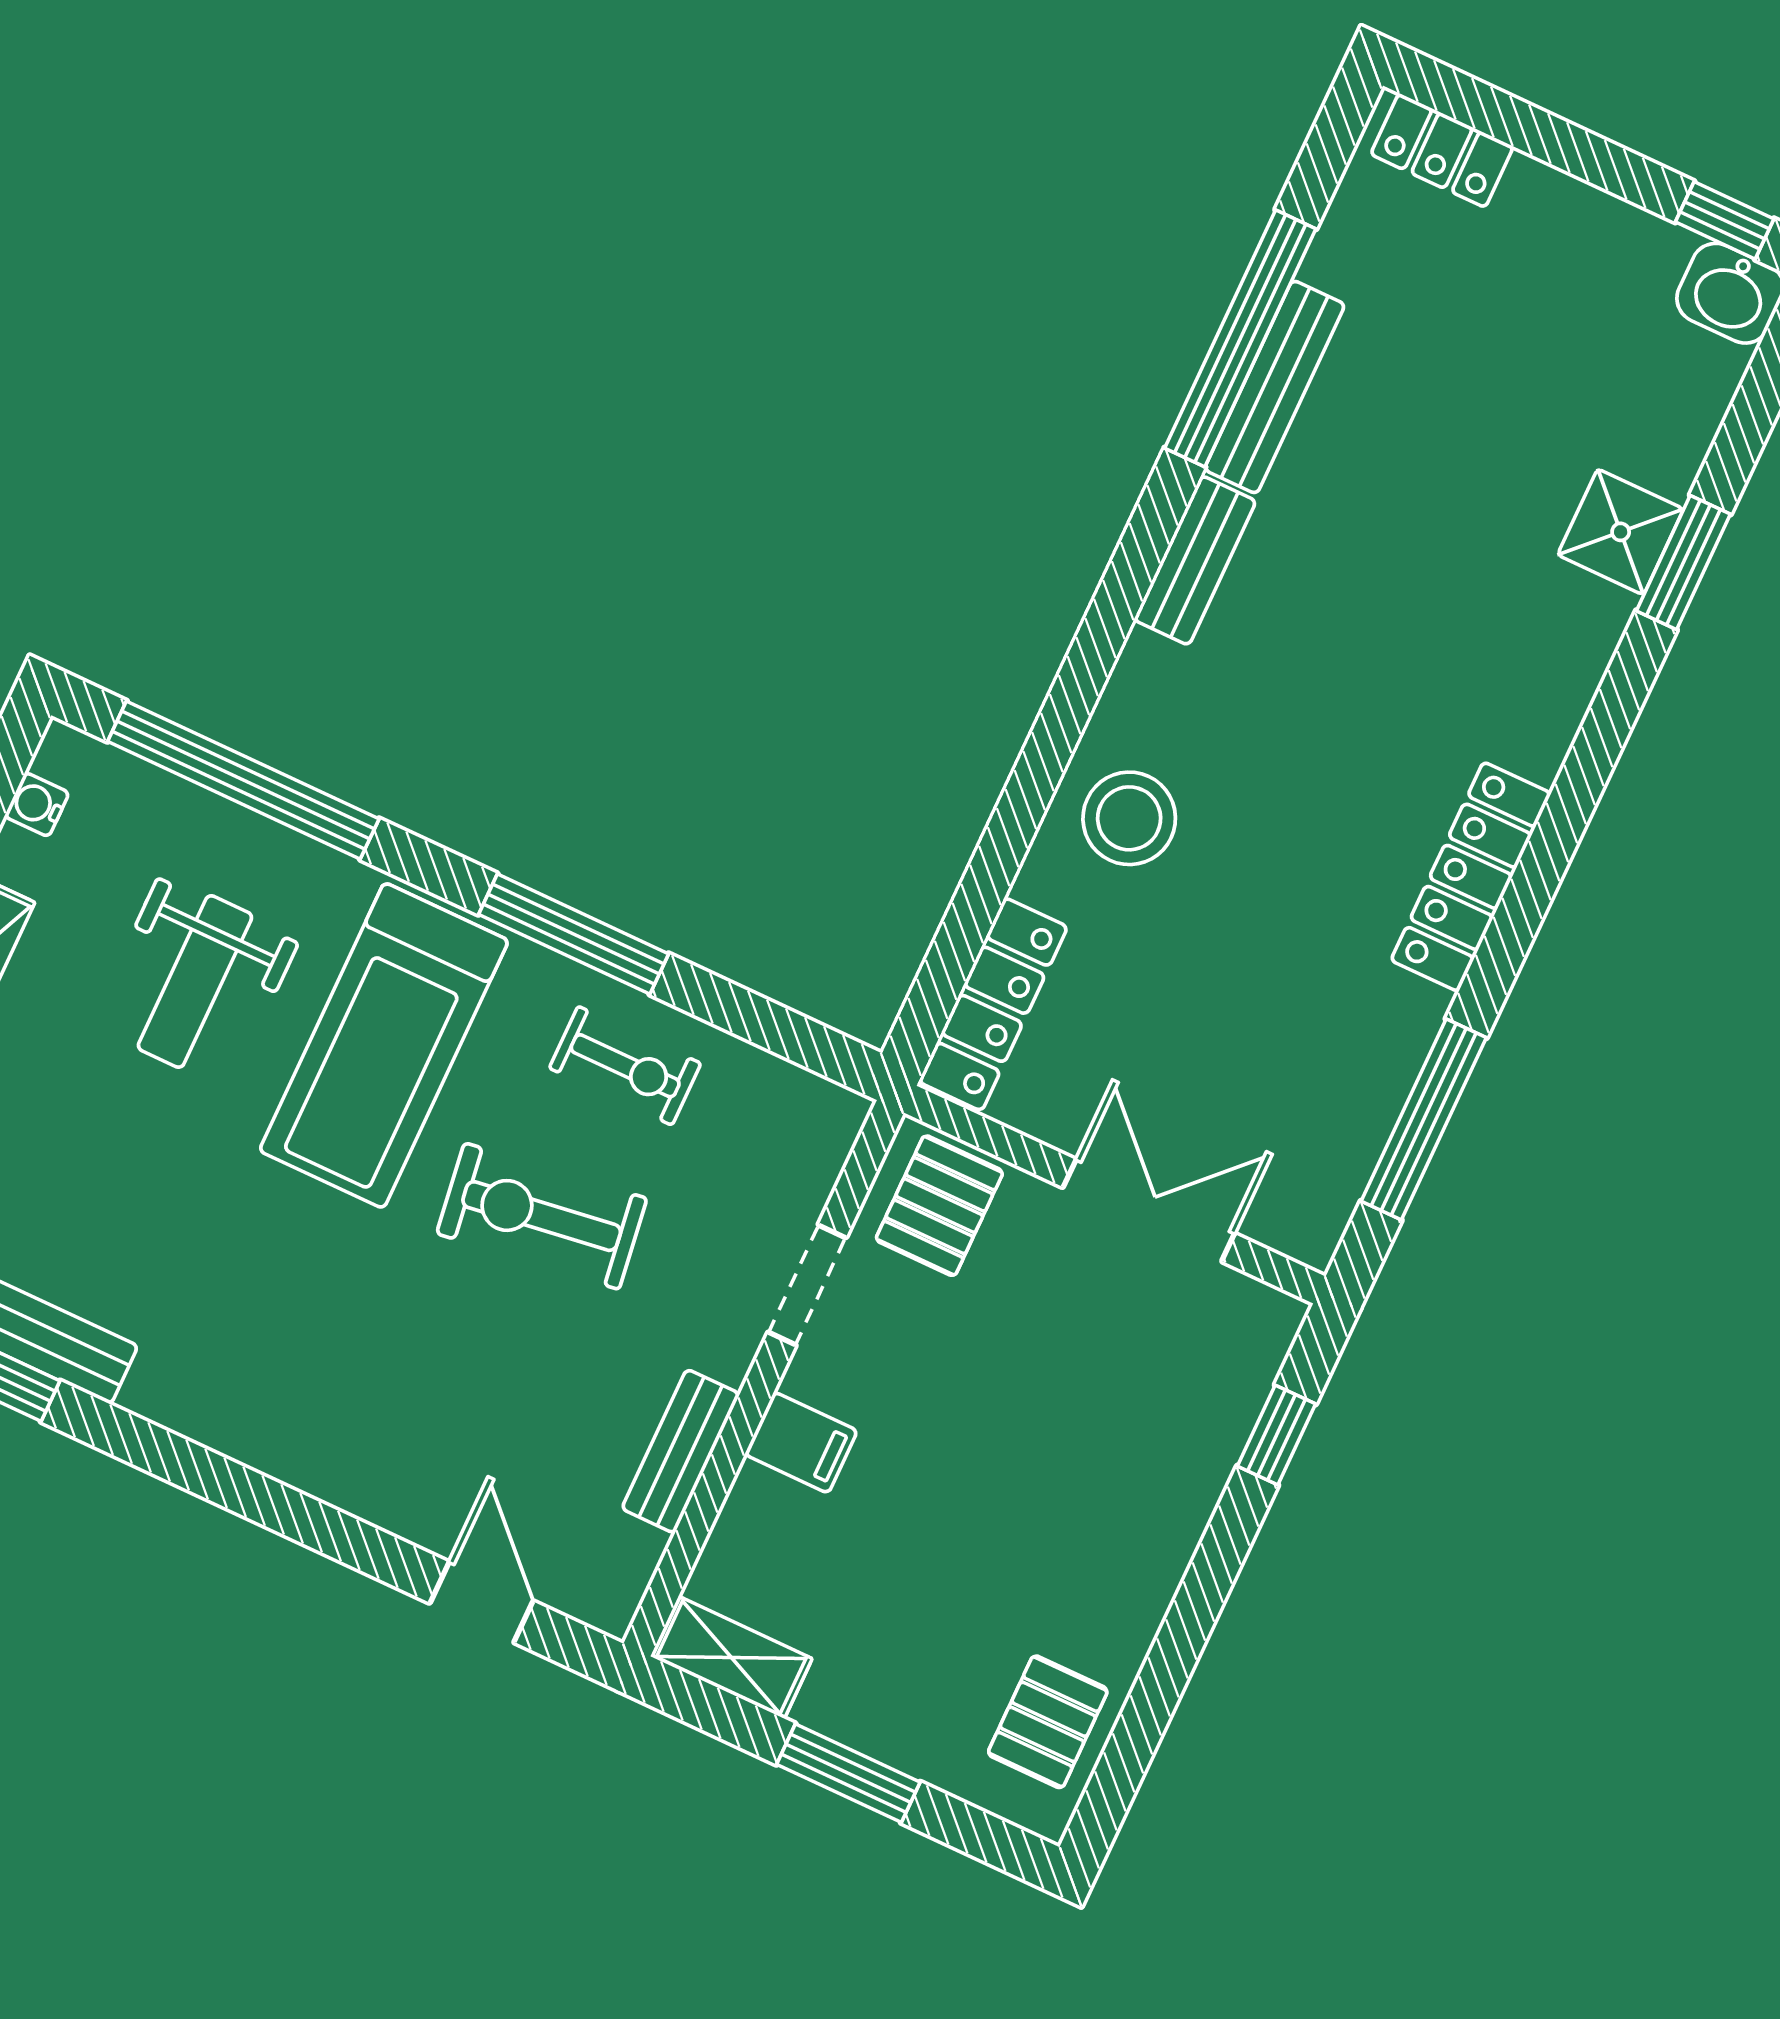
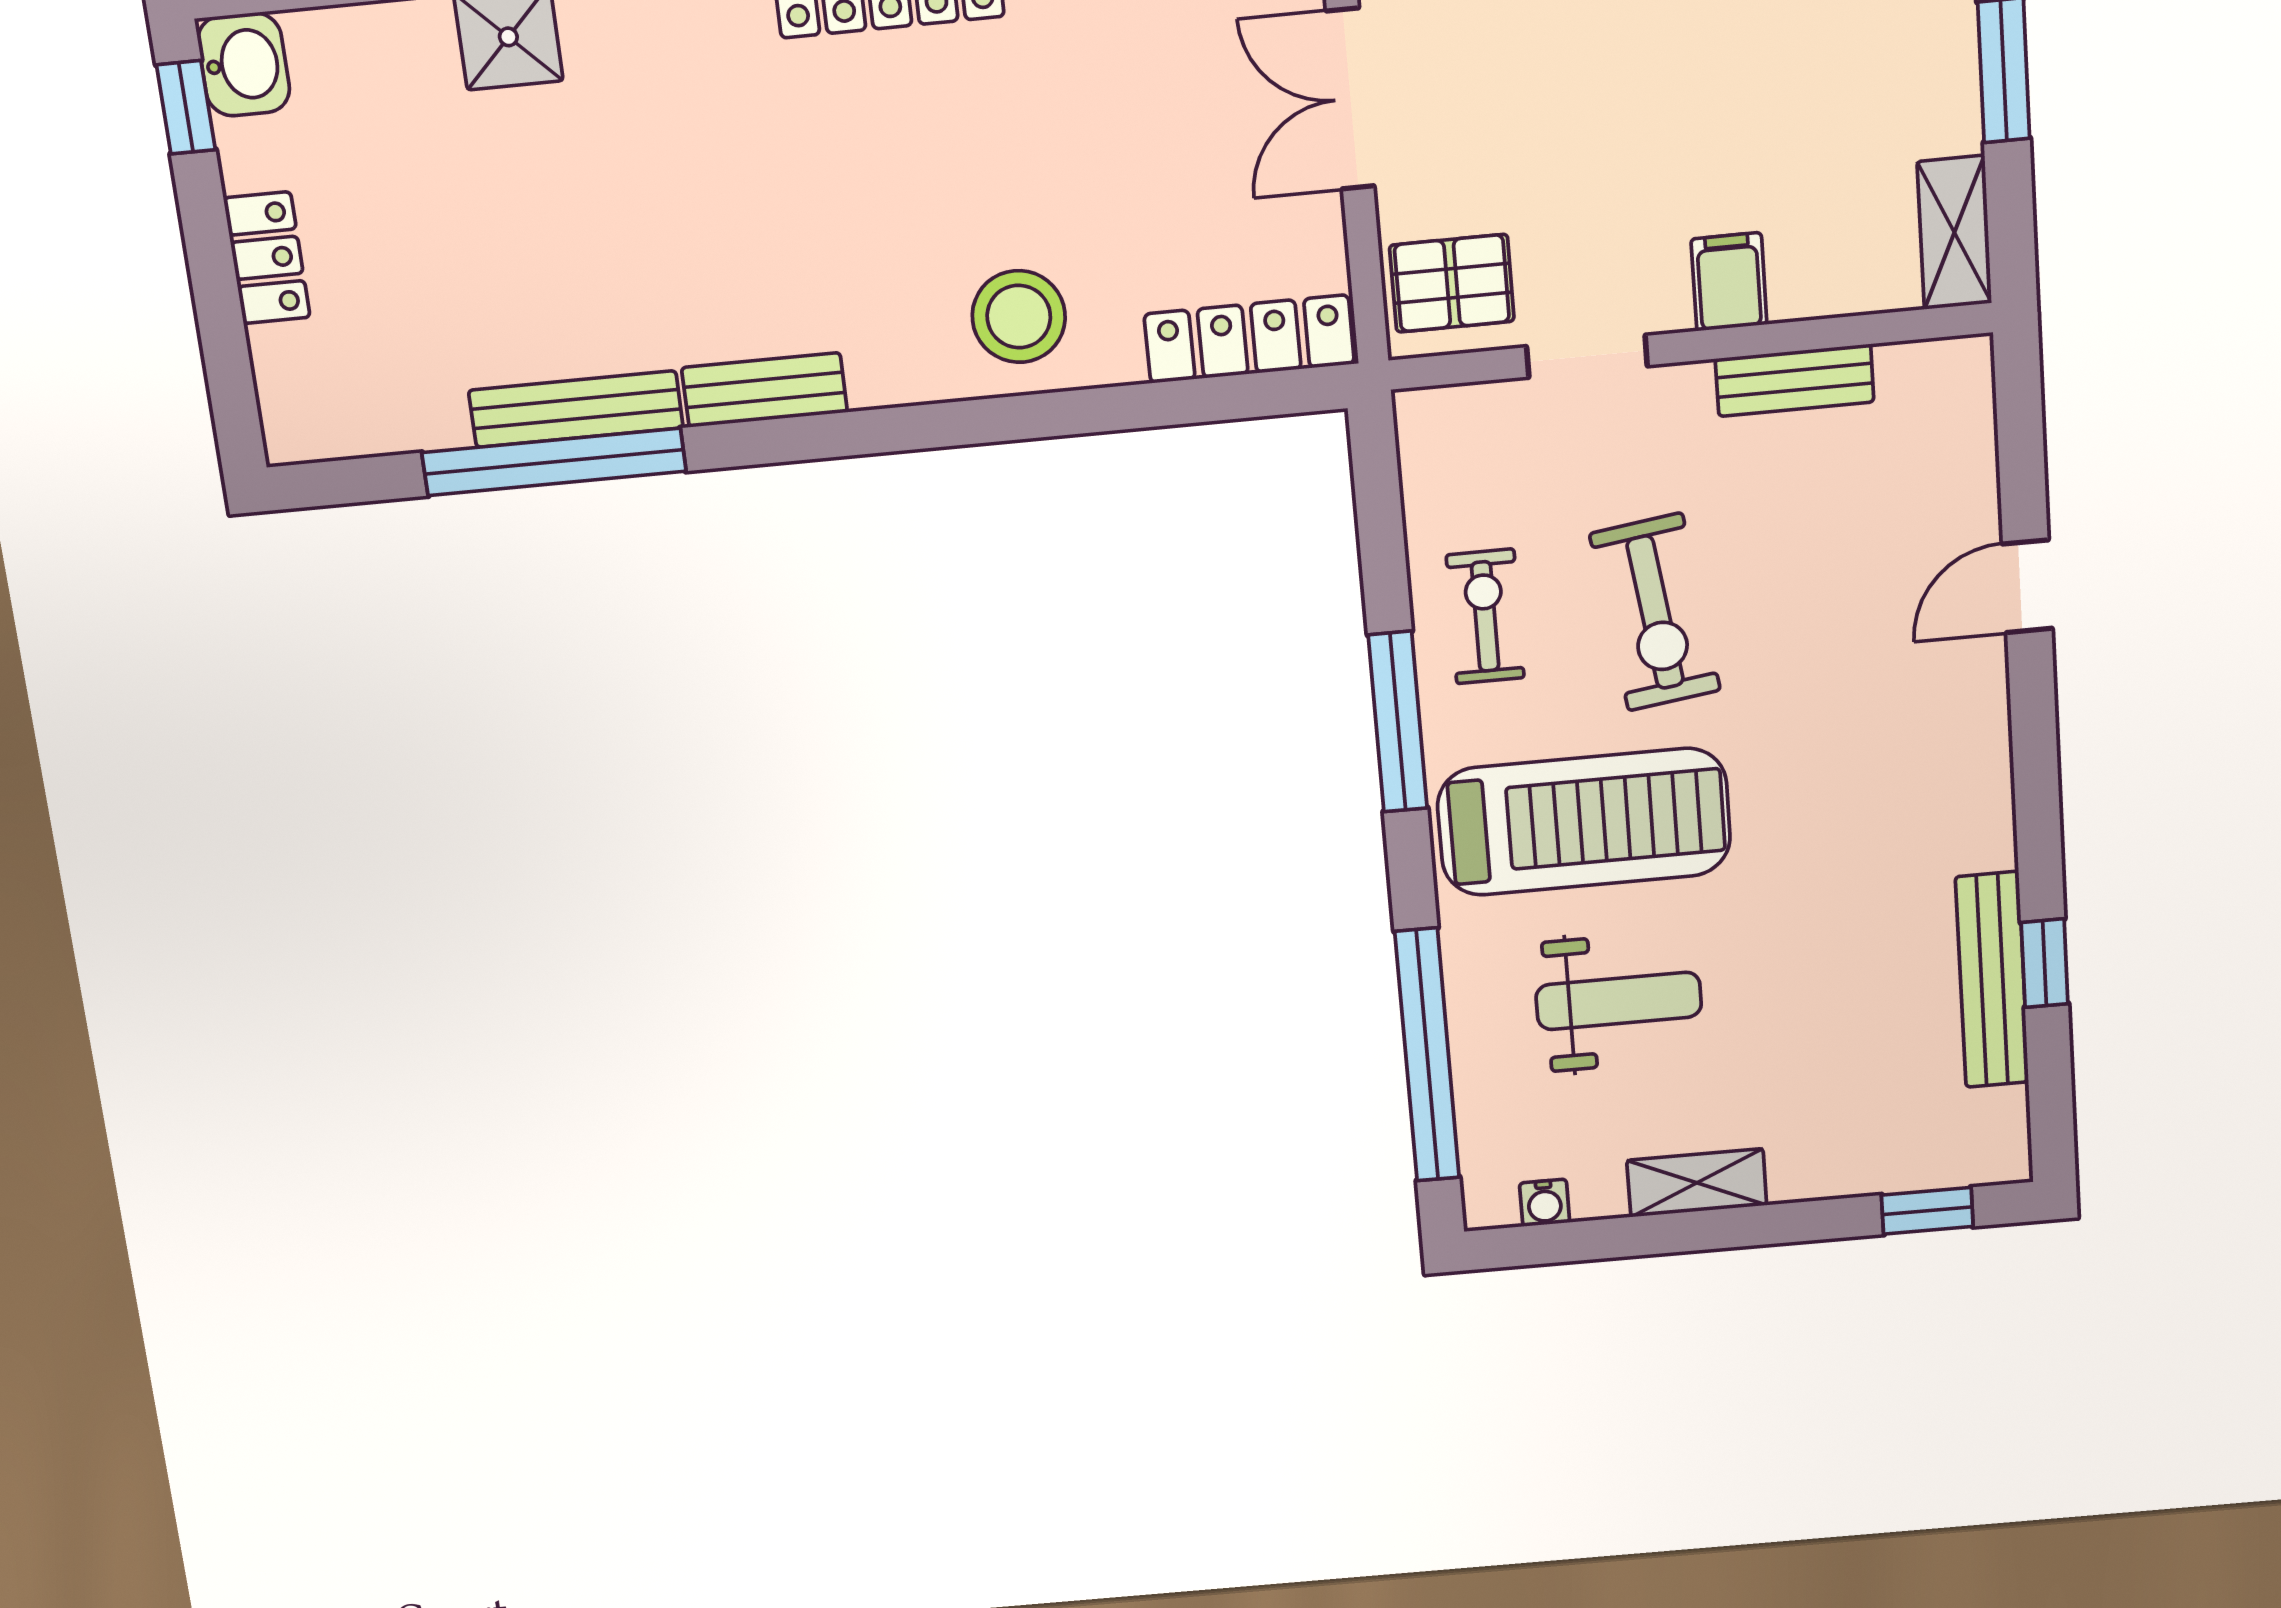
locker: (1442, 150) -> (267, 258), moved
door: (481, 1602) -> (2027, 586), moved

